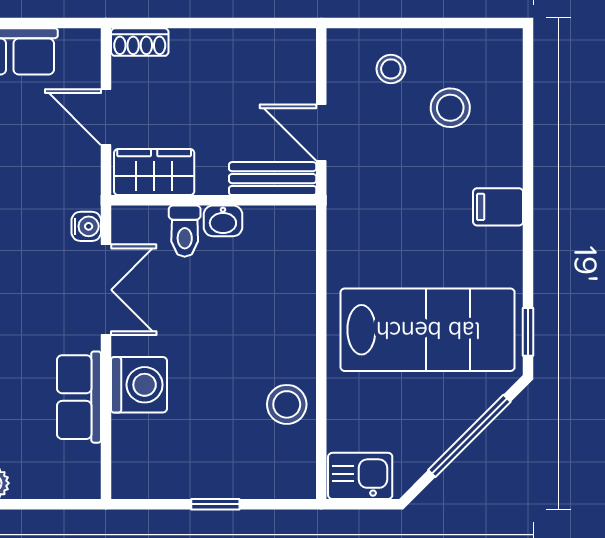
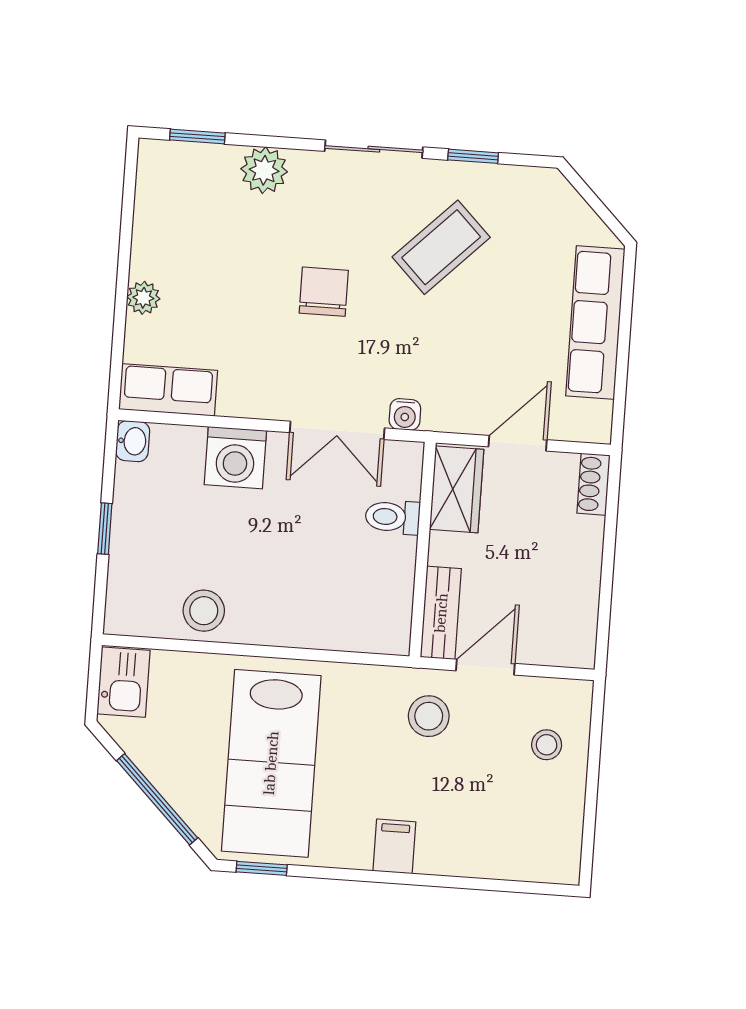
stool: (450, 108) -> (429, 716), moved
washbasin: (223, 221) -> (133, 441), moved, turned 180
row of seats: (79, 397) -> (168, 390), moved

